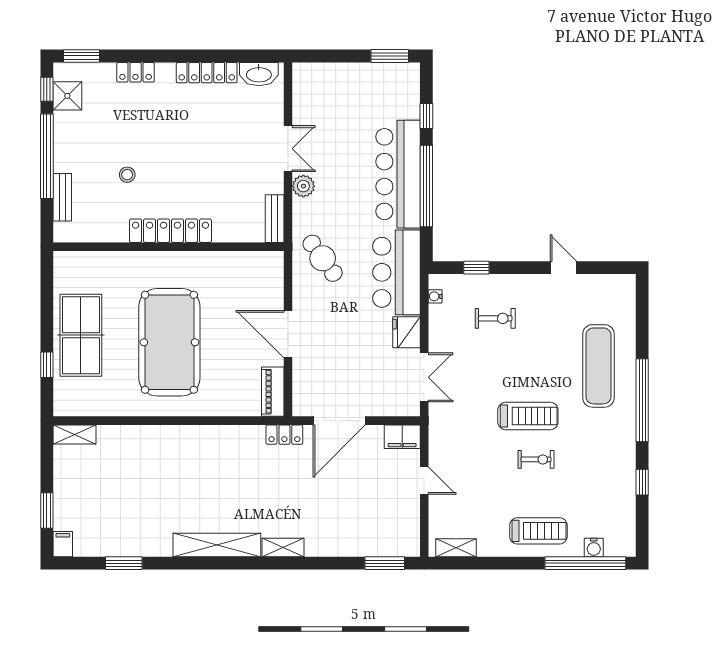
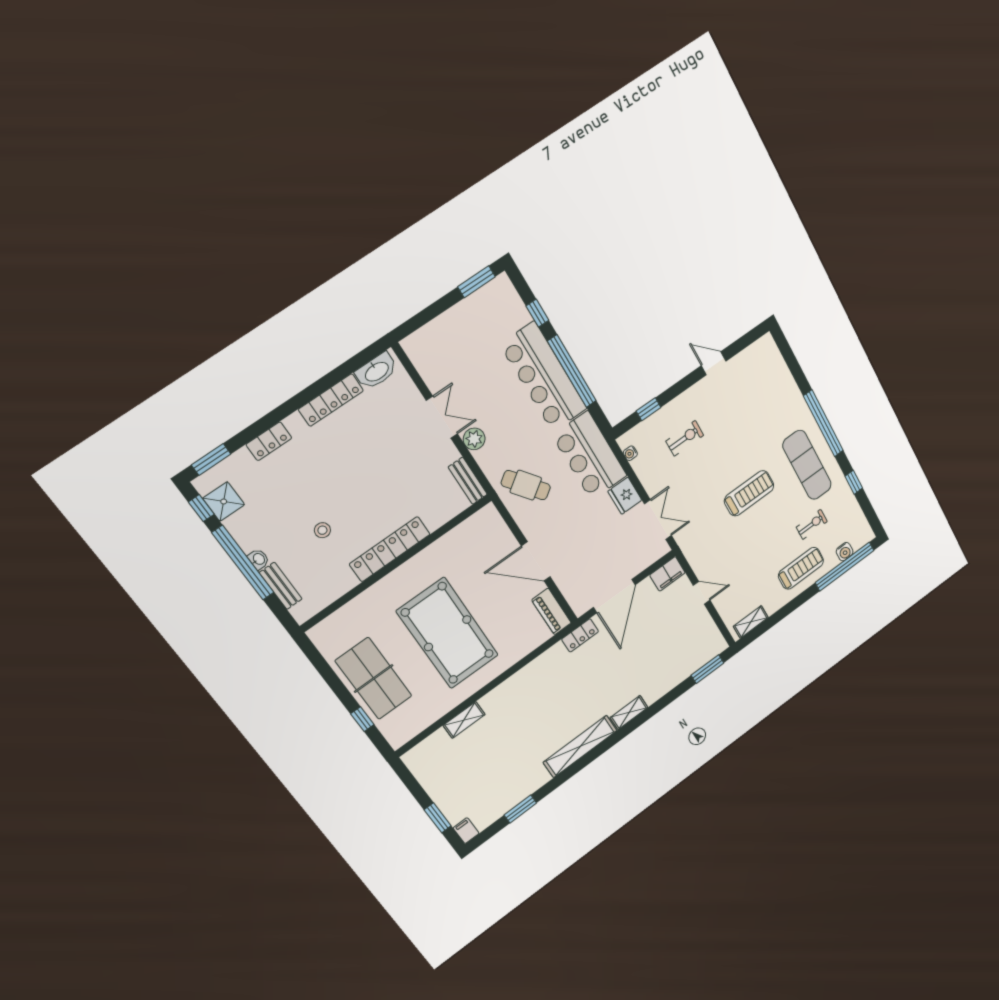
washbasin: (61, 162) -> (259, 559), added
exercise mat: (598, 366) -> (807, 465), moved
shelving: (75, 434) -> (464, 720), moved
exercise bike: (536, 459) -> (812, 524), moved

